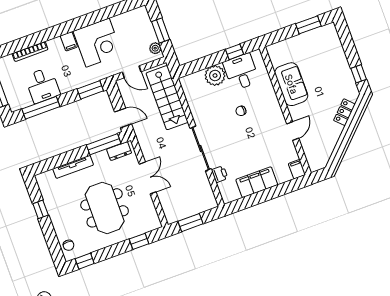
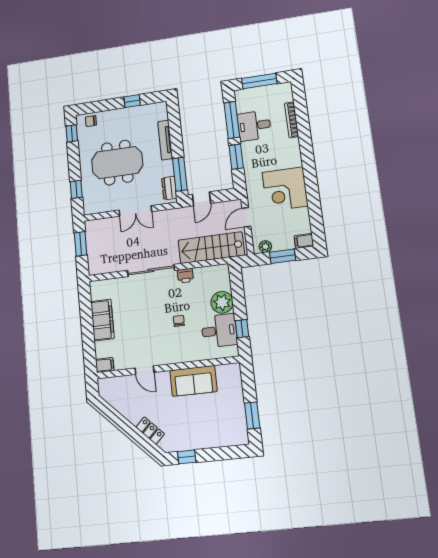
filing cabinet: (69, 41) -> (304, 241), moved
window: (90, 90) -> (236, 157), moved
printer: (220, 174) -> (185, 276), moved

